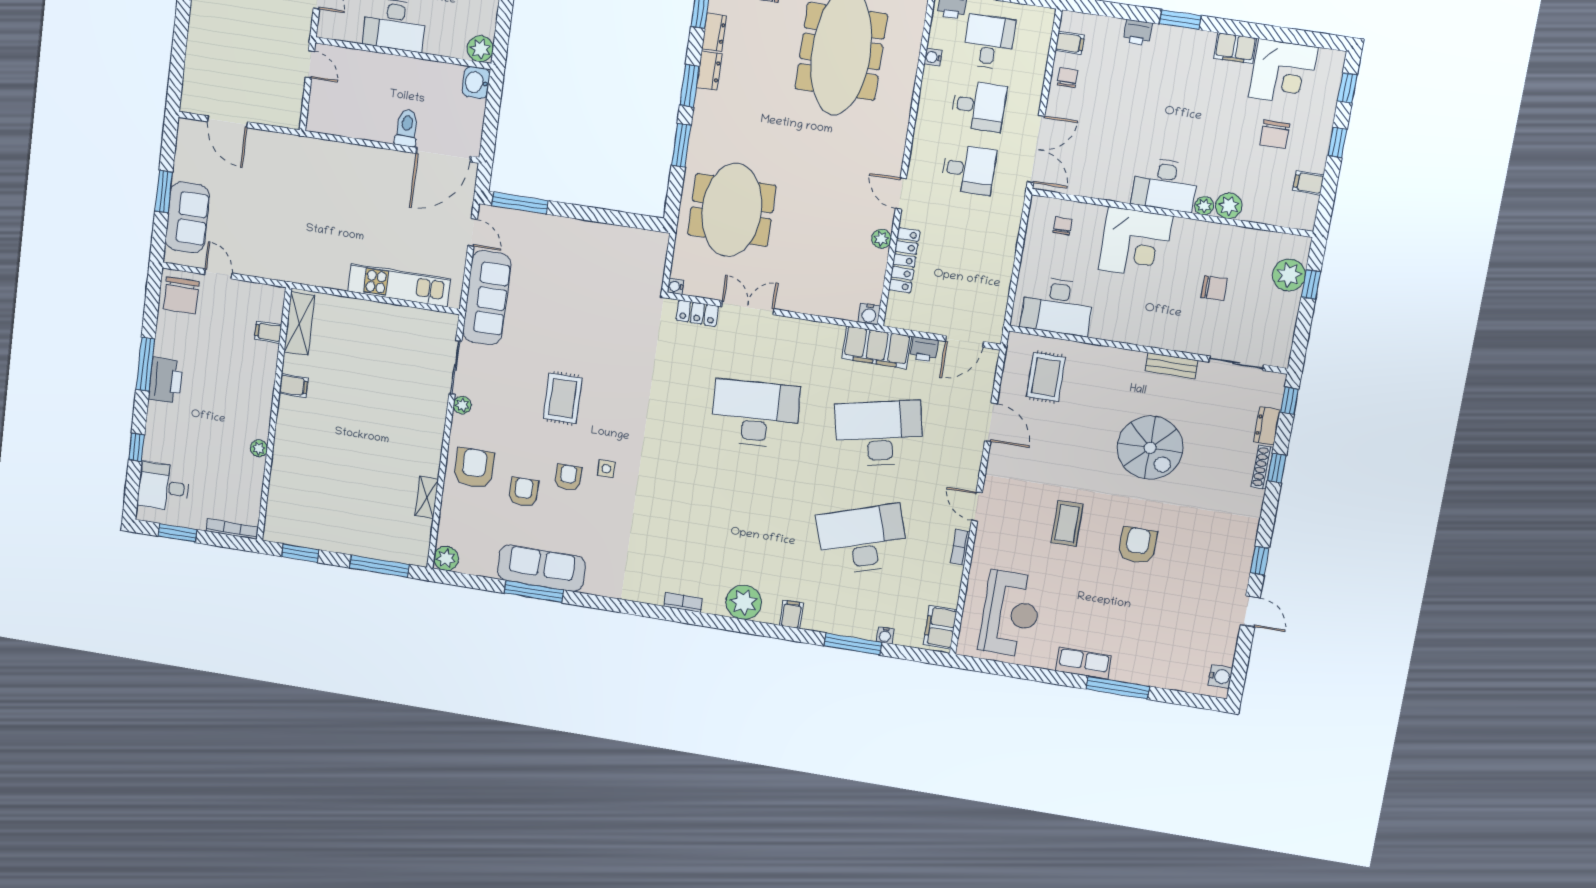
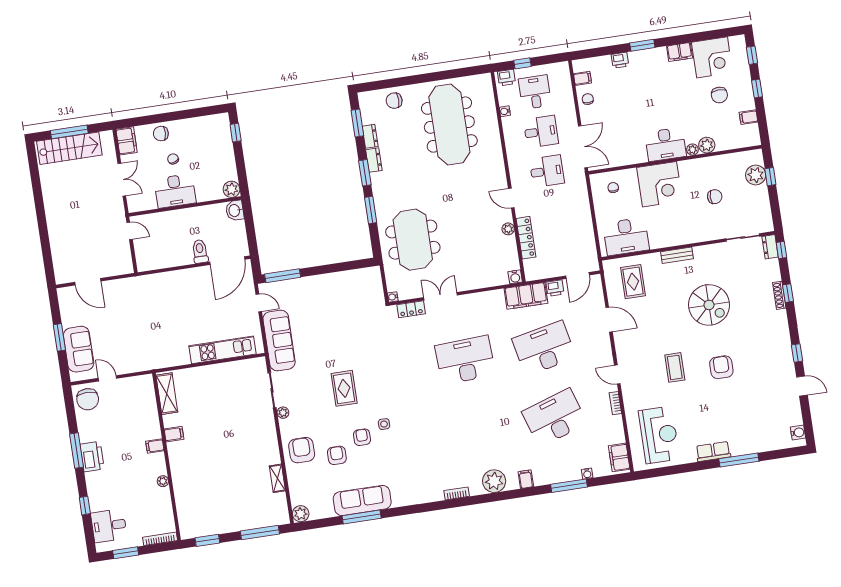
filing cabinet: (268, 332) -> (155, 446), moved
bench: (1172, 366) -> (677, 255), moved
dresser: (1267, 426) -> (770, 247), moved

